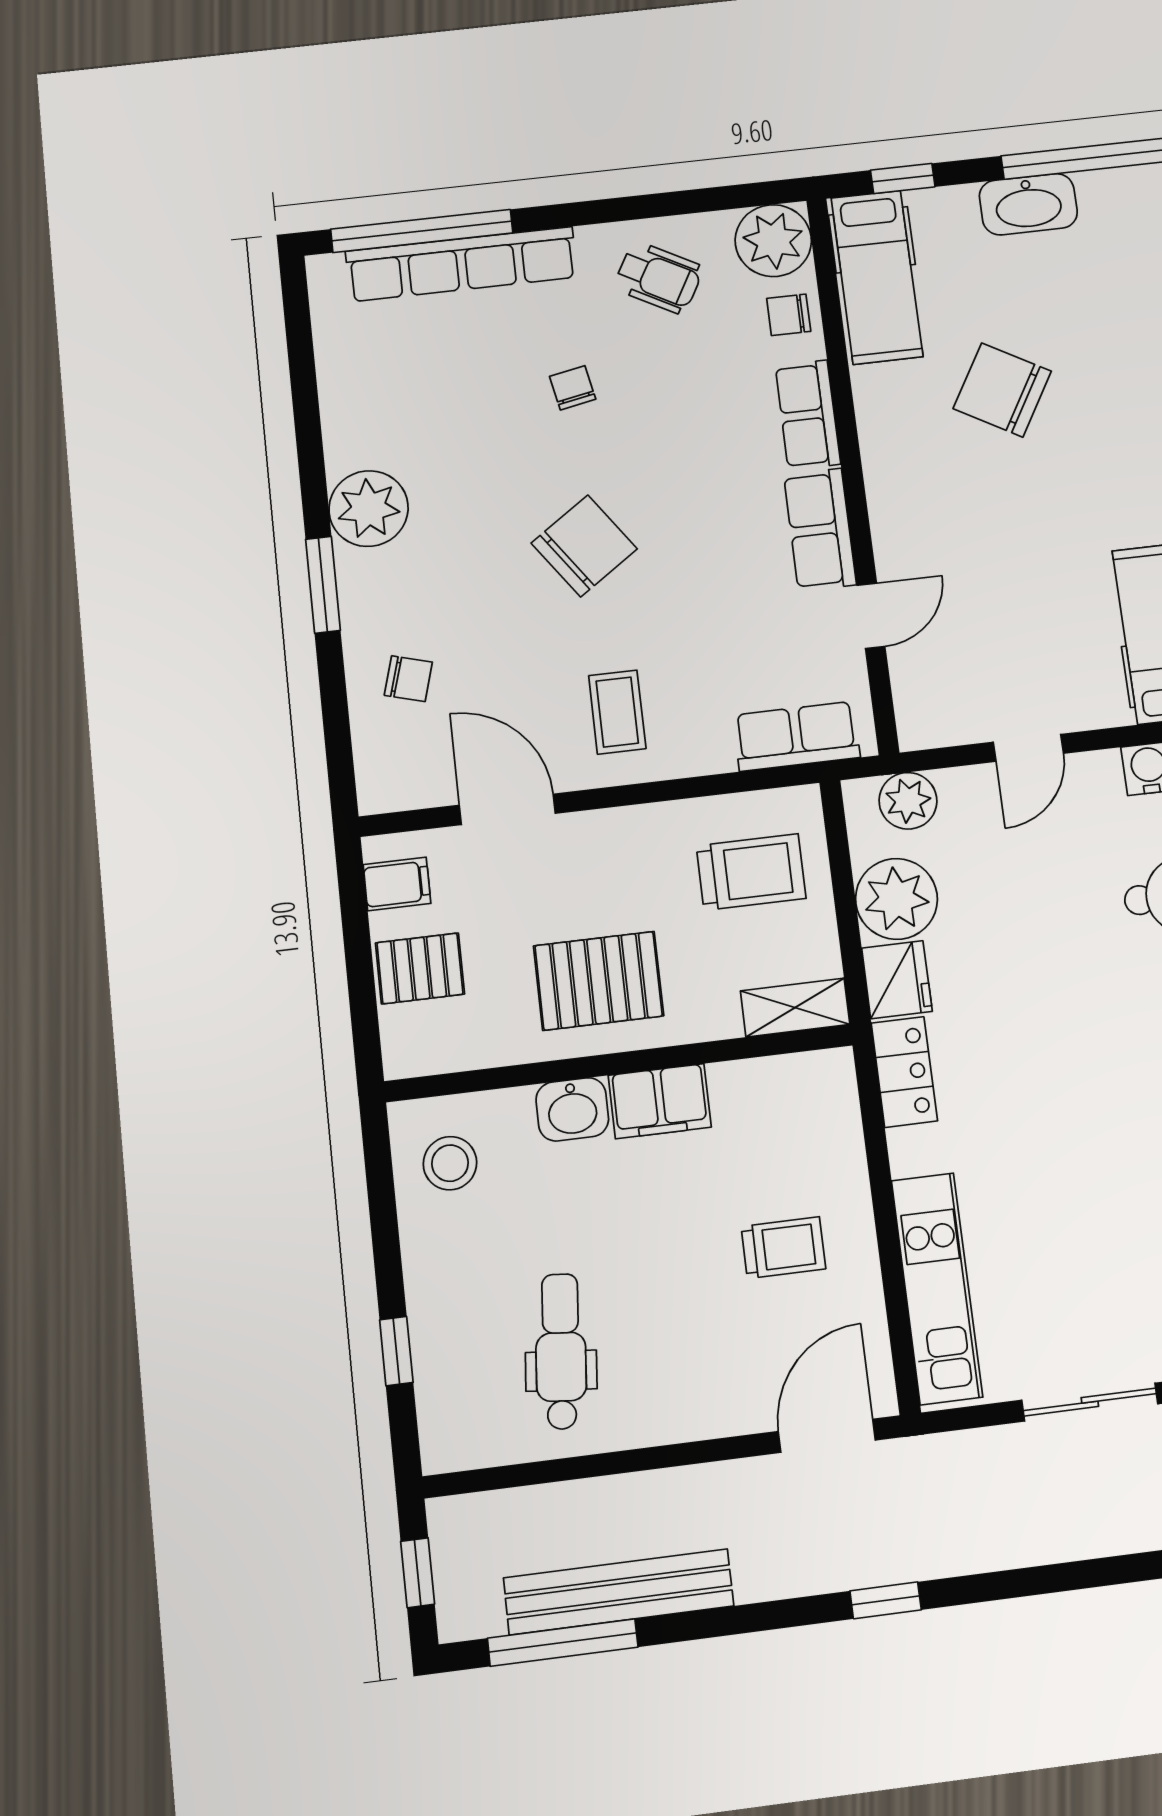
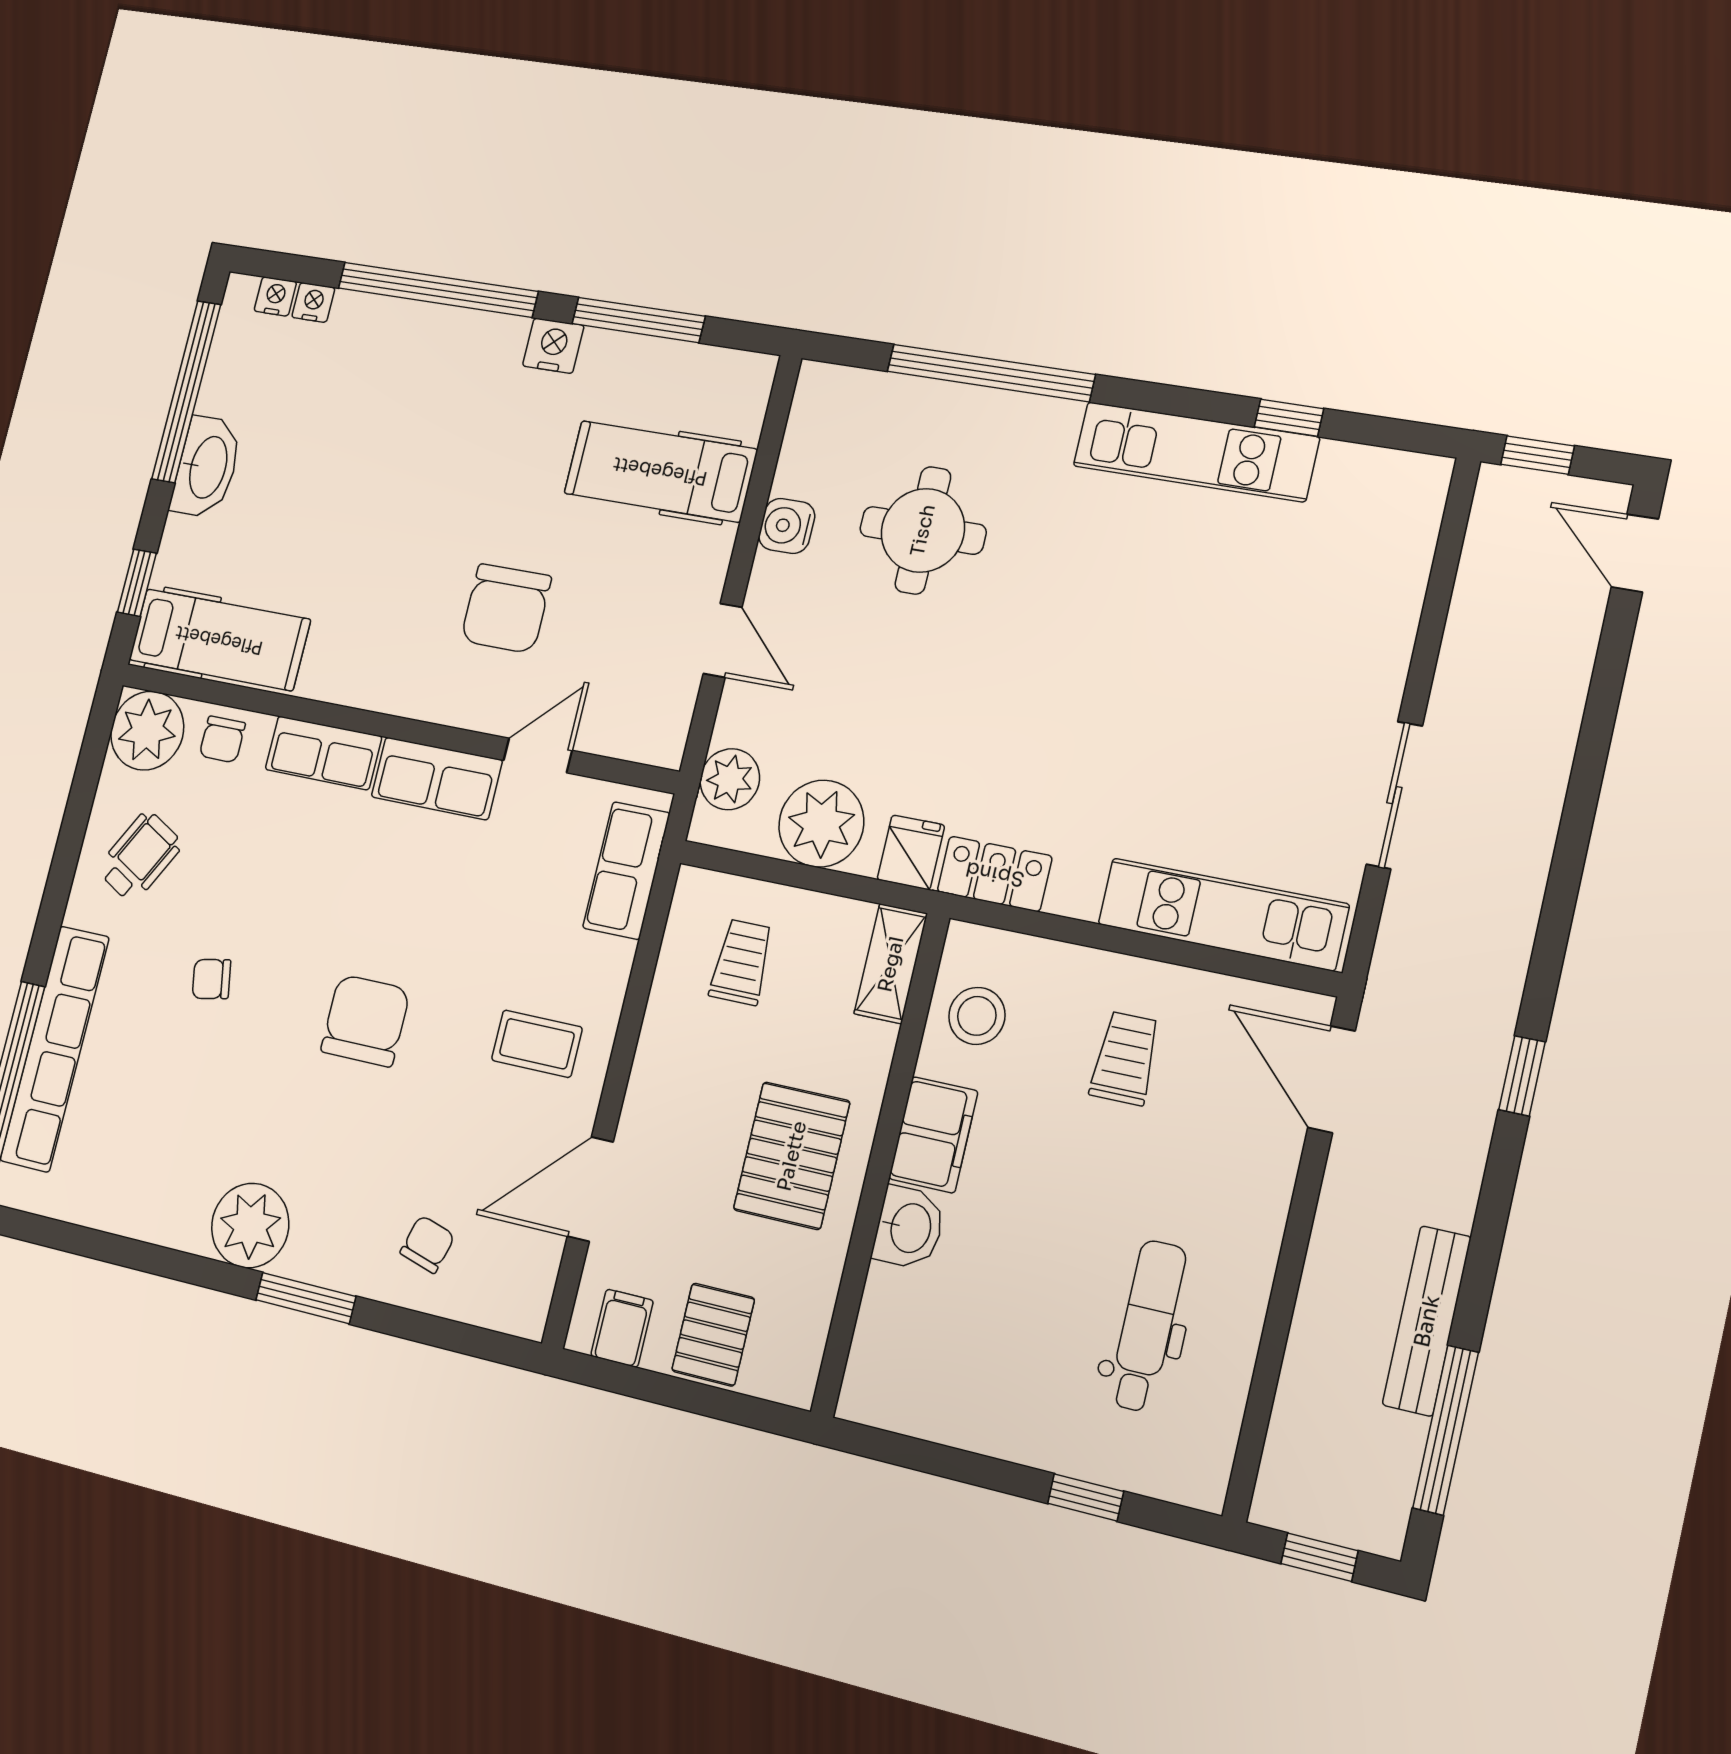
chair: (1002, 390) -> (506, 609), moved, turned -30
chair: (584, 546) -> (365, 1021), turned 35
door: (871, 616) -> (538, 755), hinge flipped
trolley: (751, 872) -> (741, 962), width x0.73, depth x0.72
fridge: (897, 980) -> (911, 852), width x0.72
stool: (450, 1163) -> (977, 1016), moved
dental chair: (561, 1351) -> (1147, 1326), turned 85
bench: (619, 1592) -> (1427, 1321), width x0.73, depth x0.82

